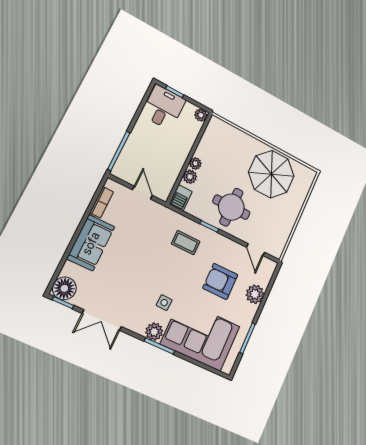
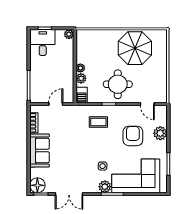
door: (142, 193) -> (56, 104), hinge flipped
armchair: (220, 281) -> (133, 136), turned 90

